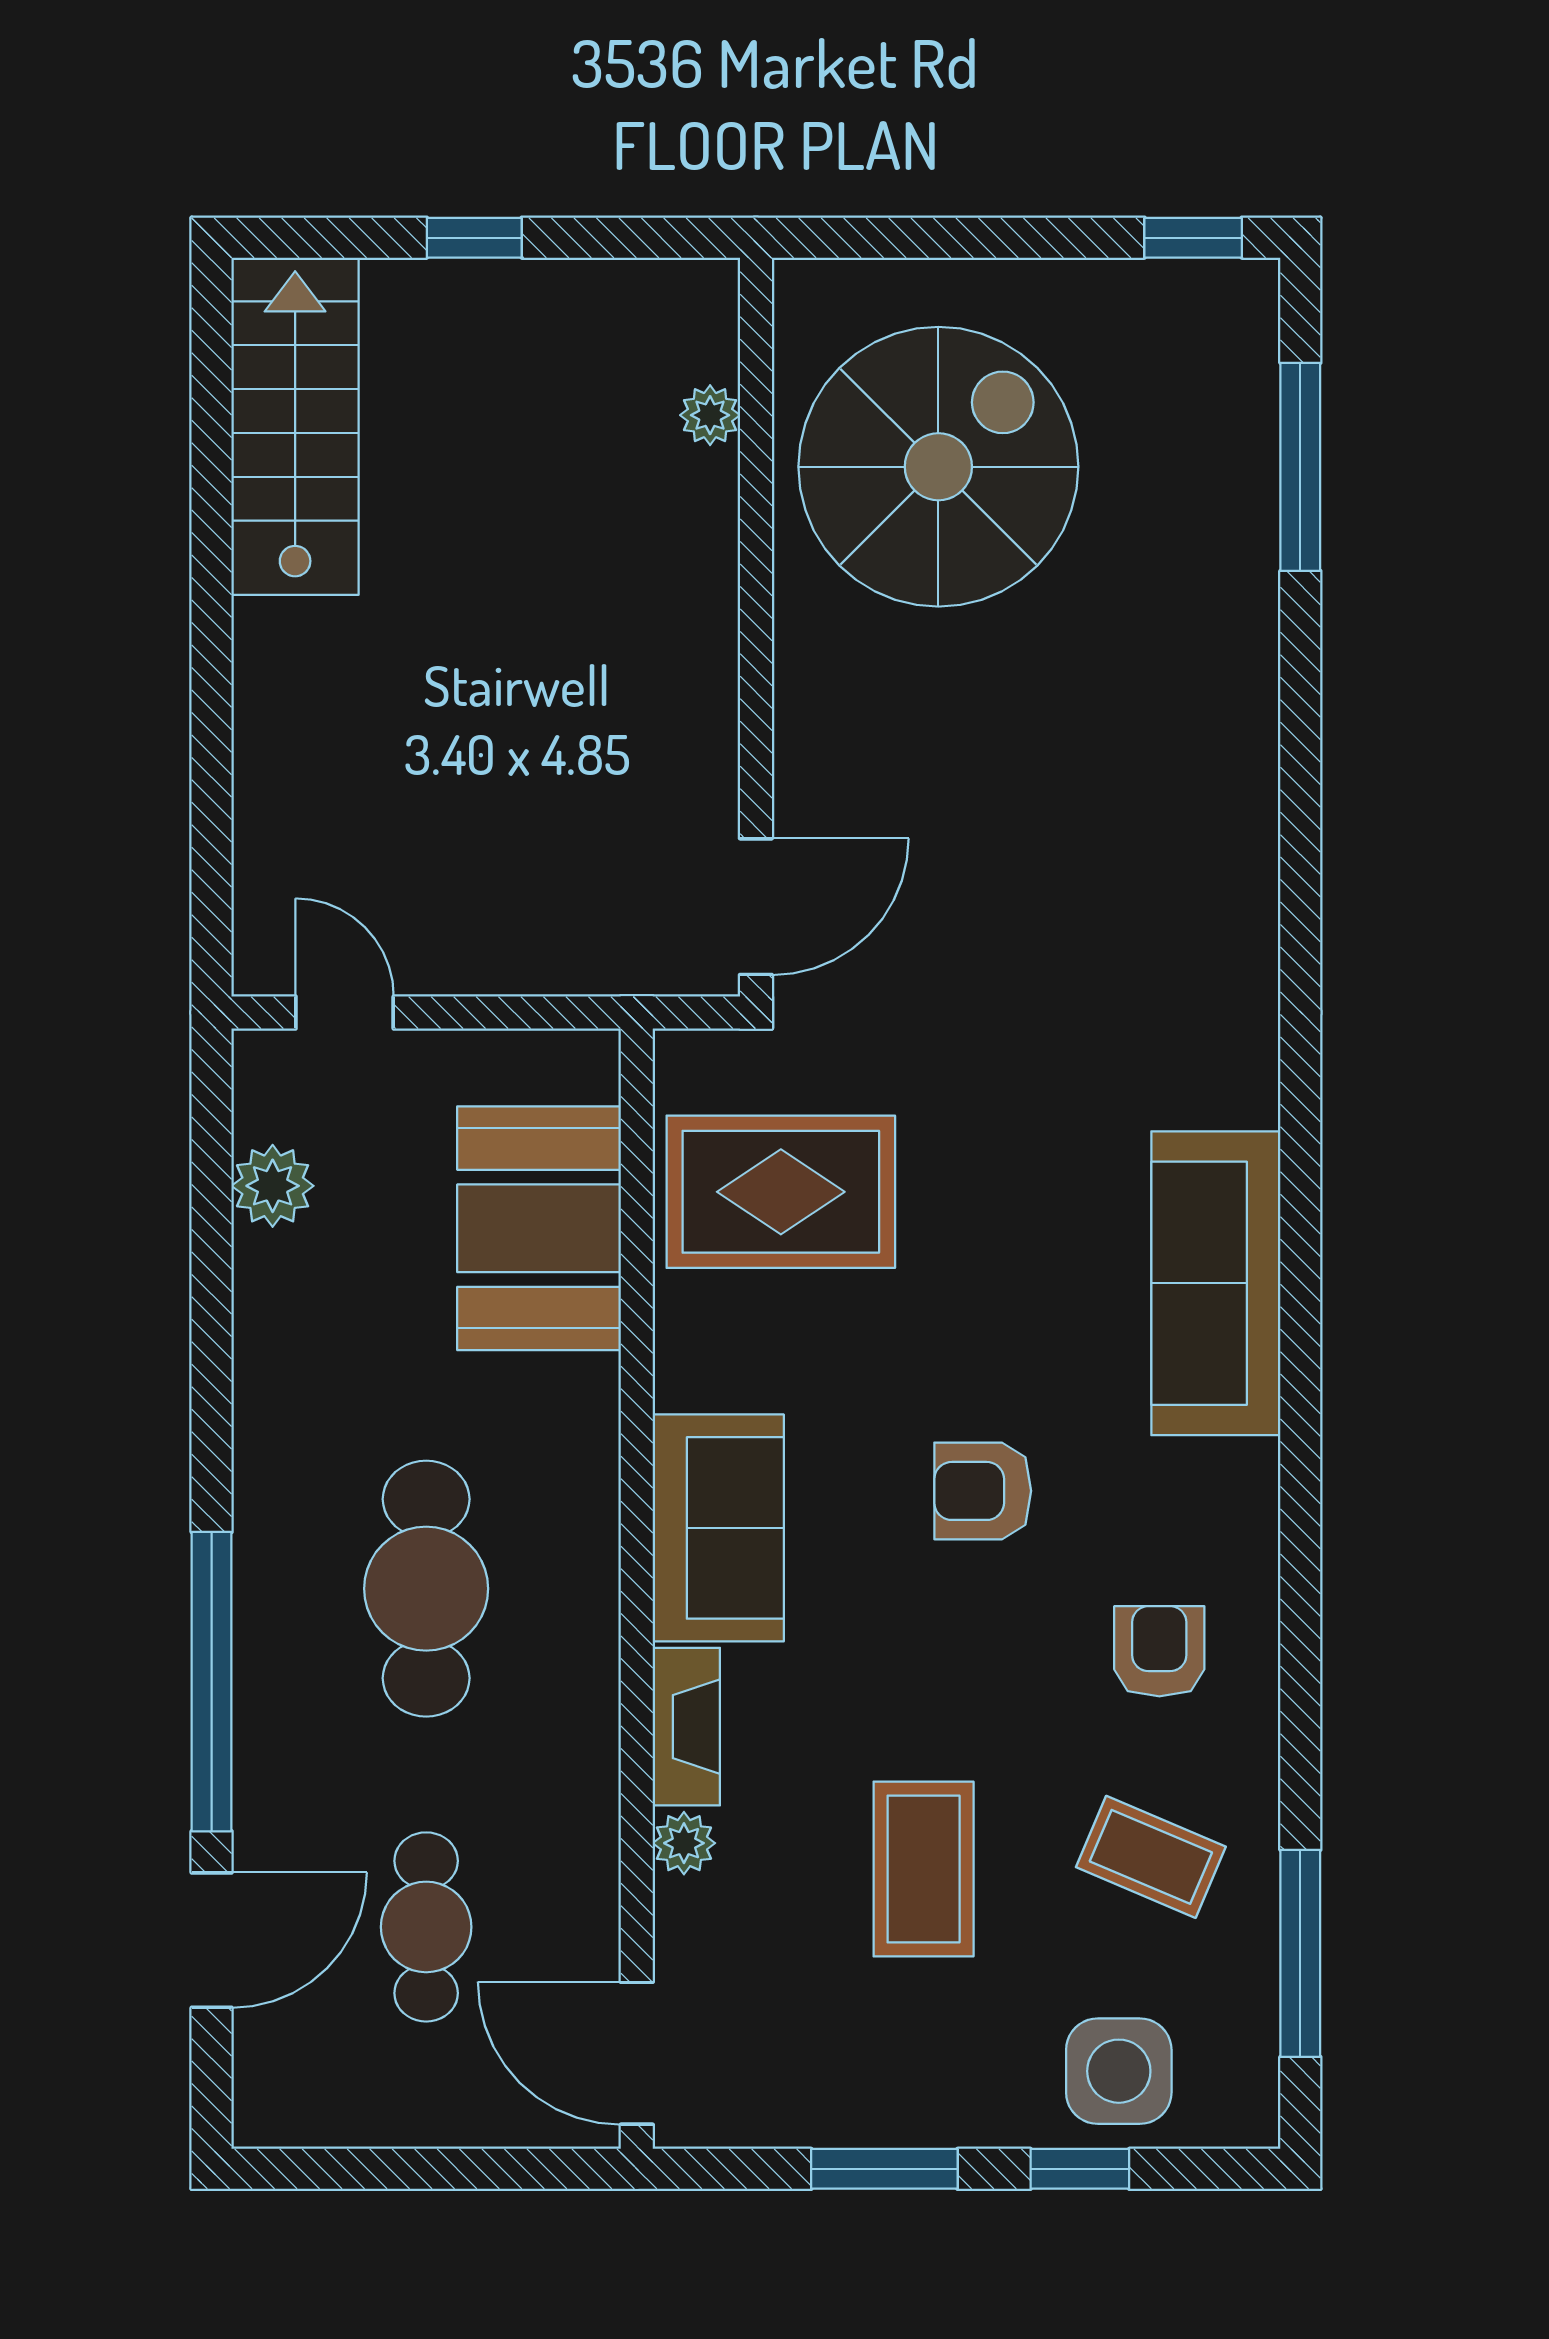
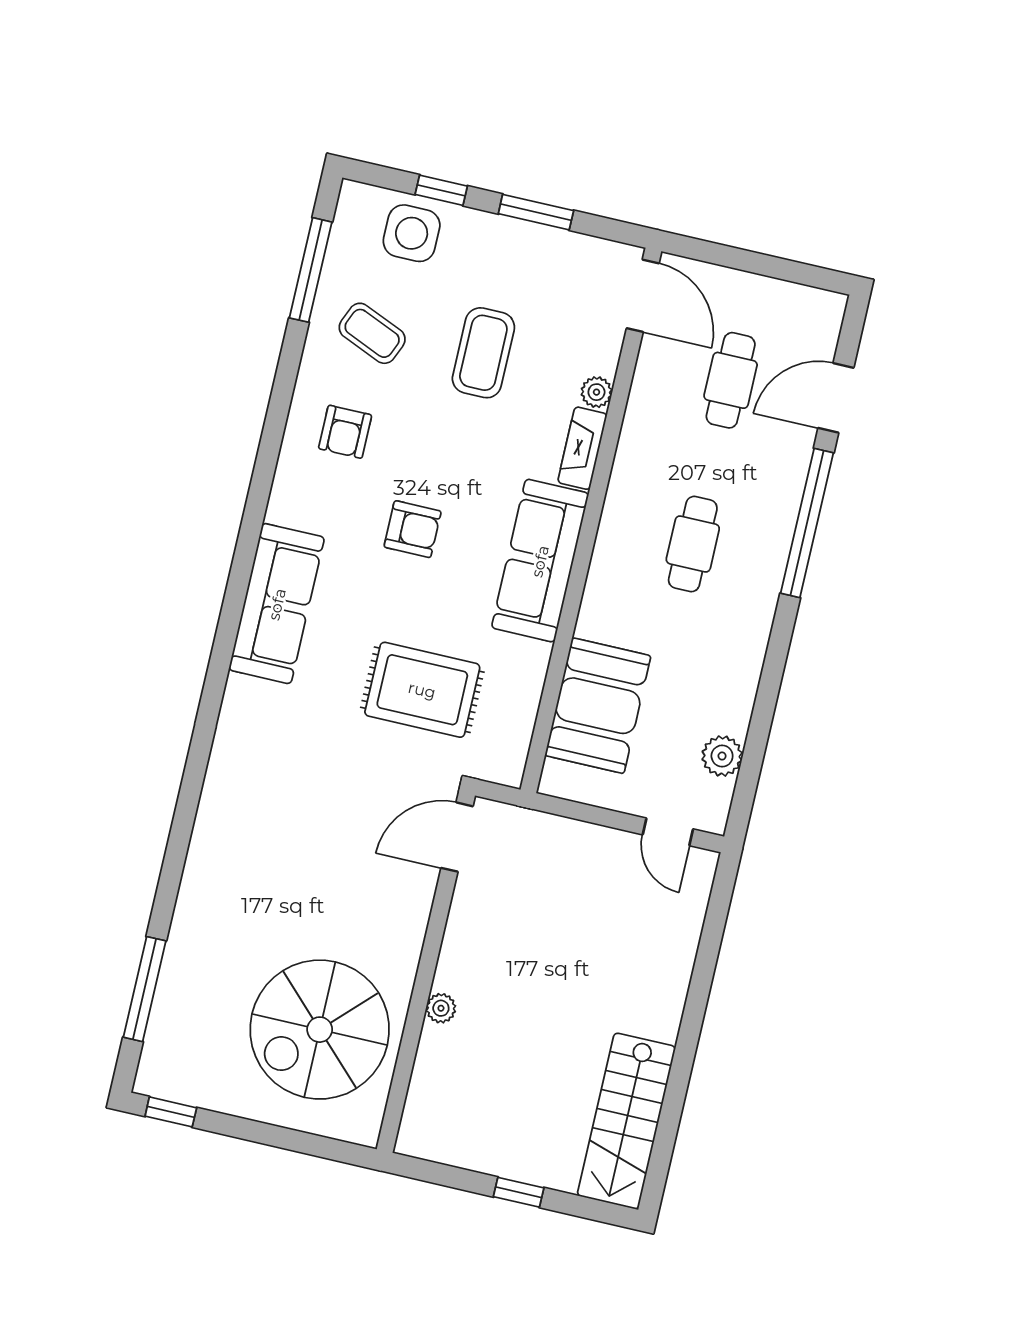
plant: (710, 415) -> (441, 1008), moved
rug: (781, 1192) -> (422, 690), moved
sofa: (718, 1528) -> (540, 561), width x1.36
cafe table: (426, 1589) -> (693, 544), width x0.73, depth x0.74

